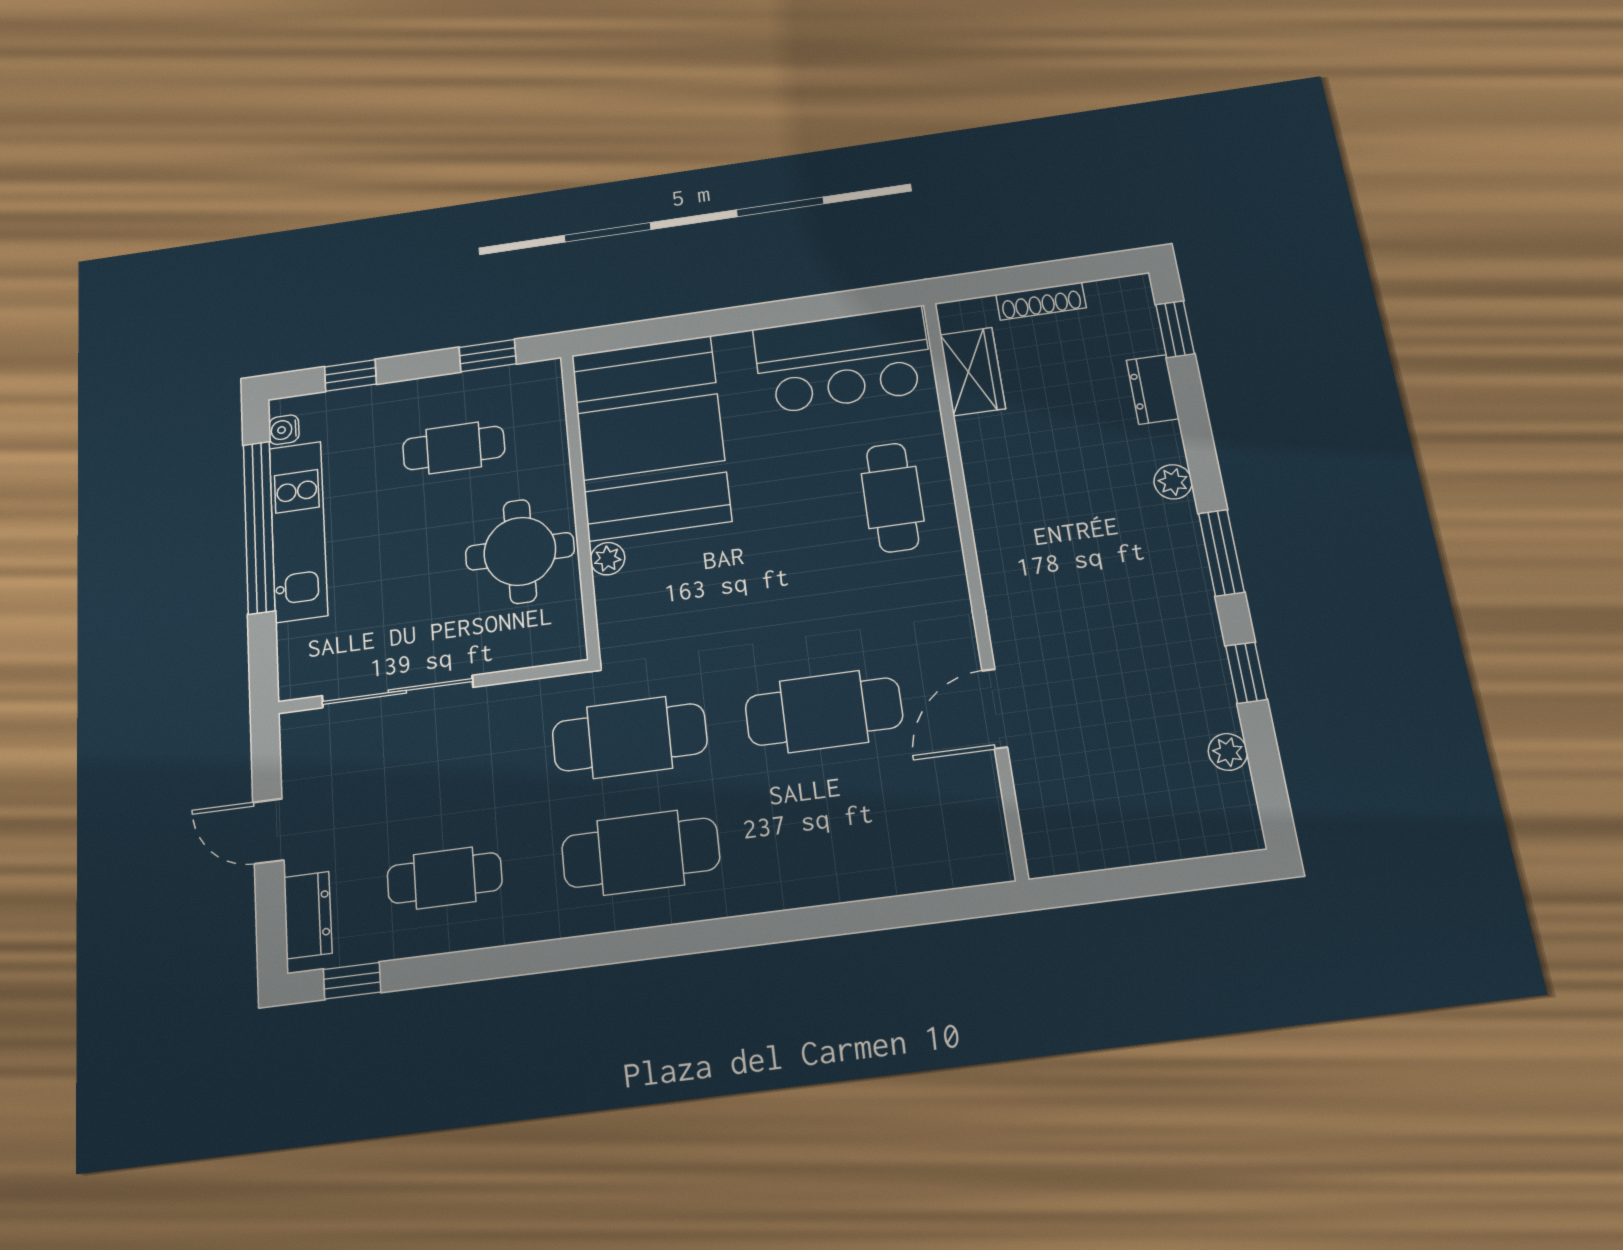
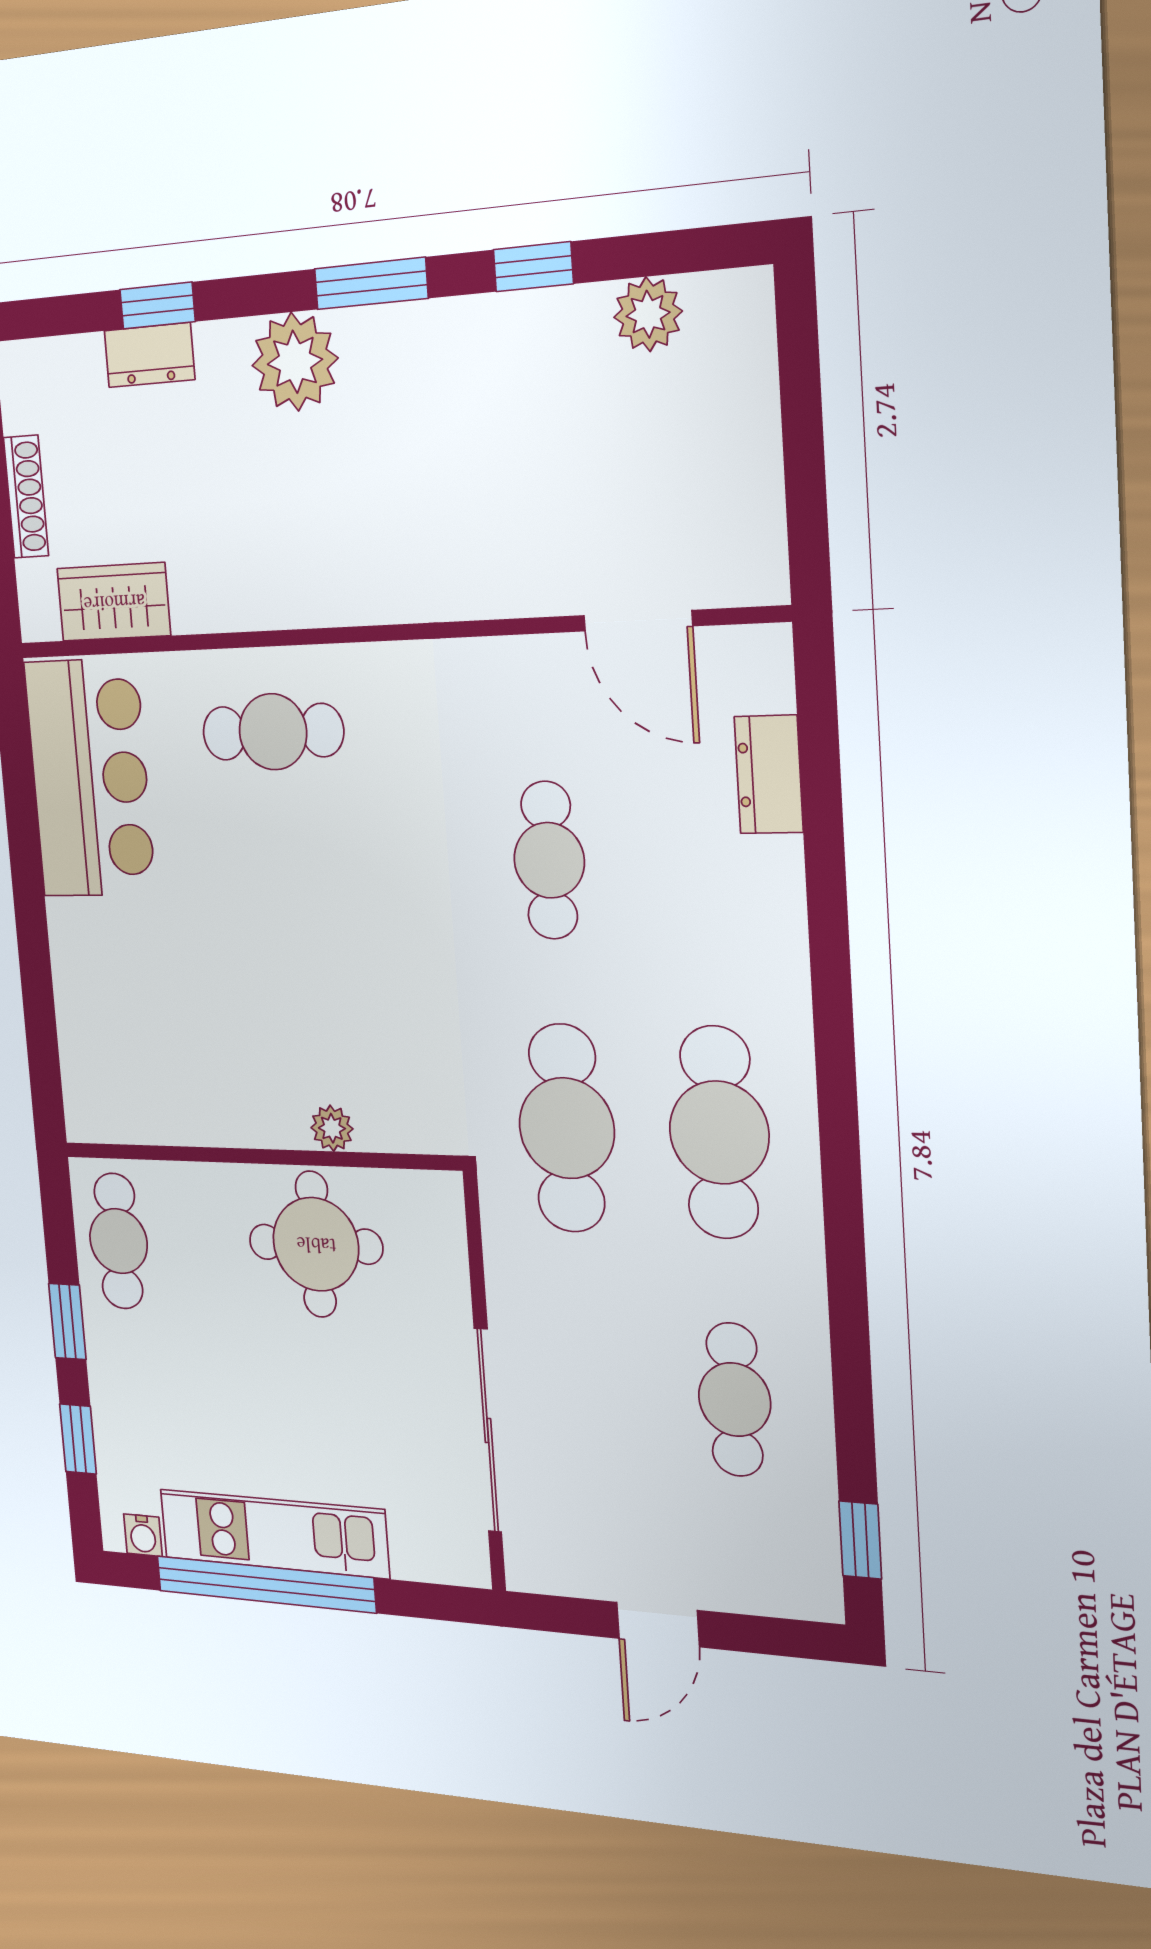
window: (1175, 329) -> (157, 306), moved
window: (488, 356) -> (67, 1321), moved
booth: (650, 437) -> (177, 1051), removed
cafe table: (454, 448) -> (118, 1241), moved
plant: (1173, 482) -> (295, 362), width x1.88, depth x1.88
door: (995, 709) -> (638, 621), moved
cafe table: (824, 712) -> (549, 860), width x0.73, depth x0.74
plant: (1228, 752) -> (648, 314), width x1.38, depth x1.38
dresser: (308, 915) -> (769, 774), moved, turned -90

